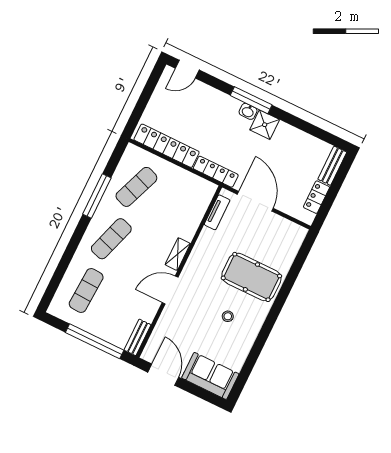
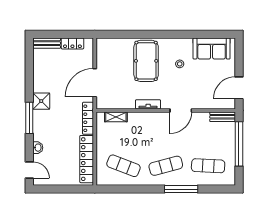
washbasin: (248, 111) -> (38, 148), moved
window: (97, 196) -> (181, 189), moved
tv unit: (217, 212) -> (148, 104), moved
exercise mat: (111, 239) -> (166, 166), turned -33
shelving: (178, 254) -> (116, 117), moved
door: (170, 290) -> (181, 110), hinge flipped
sofa: (210, 376) -> (212, 49), moved, turned -90

